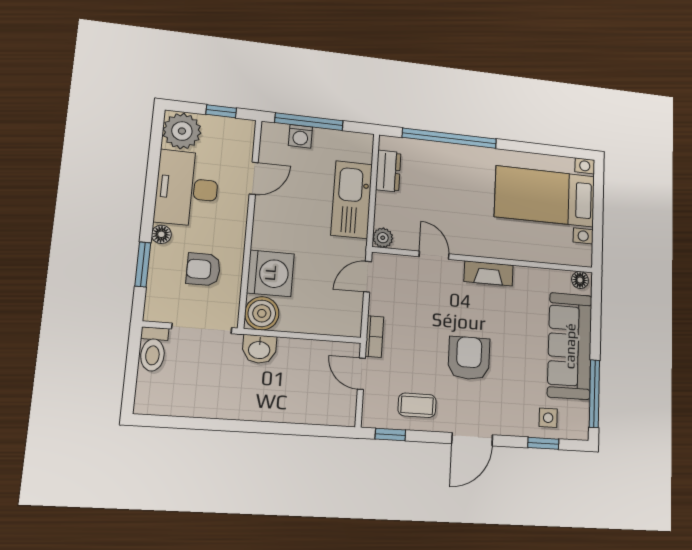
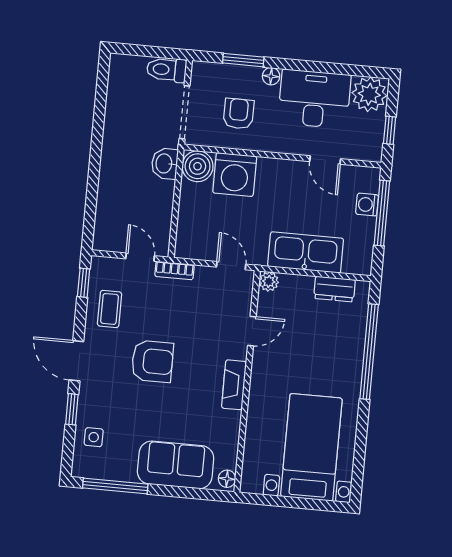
sofa: (570, 346) -> (176, 465), width x0.73
door: (361, 374) -> (140, 257), hinge flipped
window: (543, 443) -> (72, 409), moved

